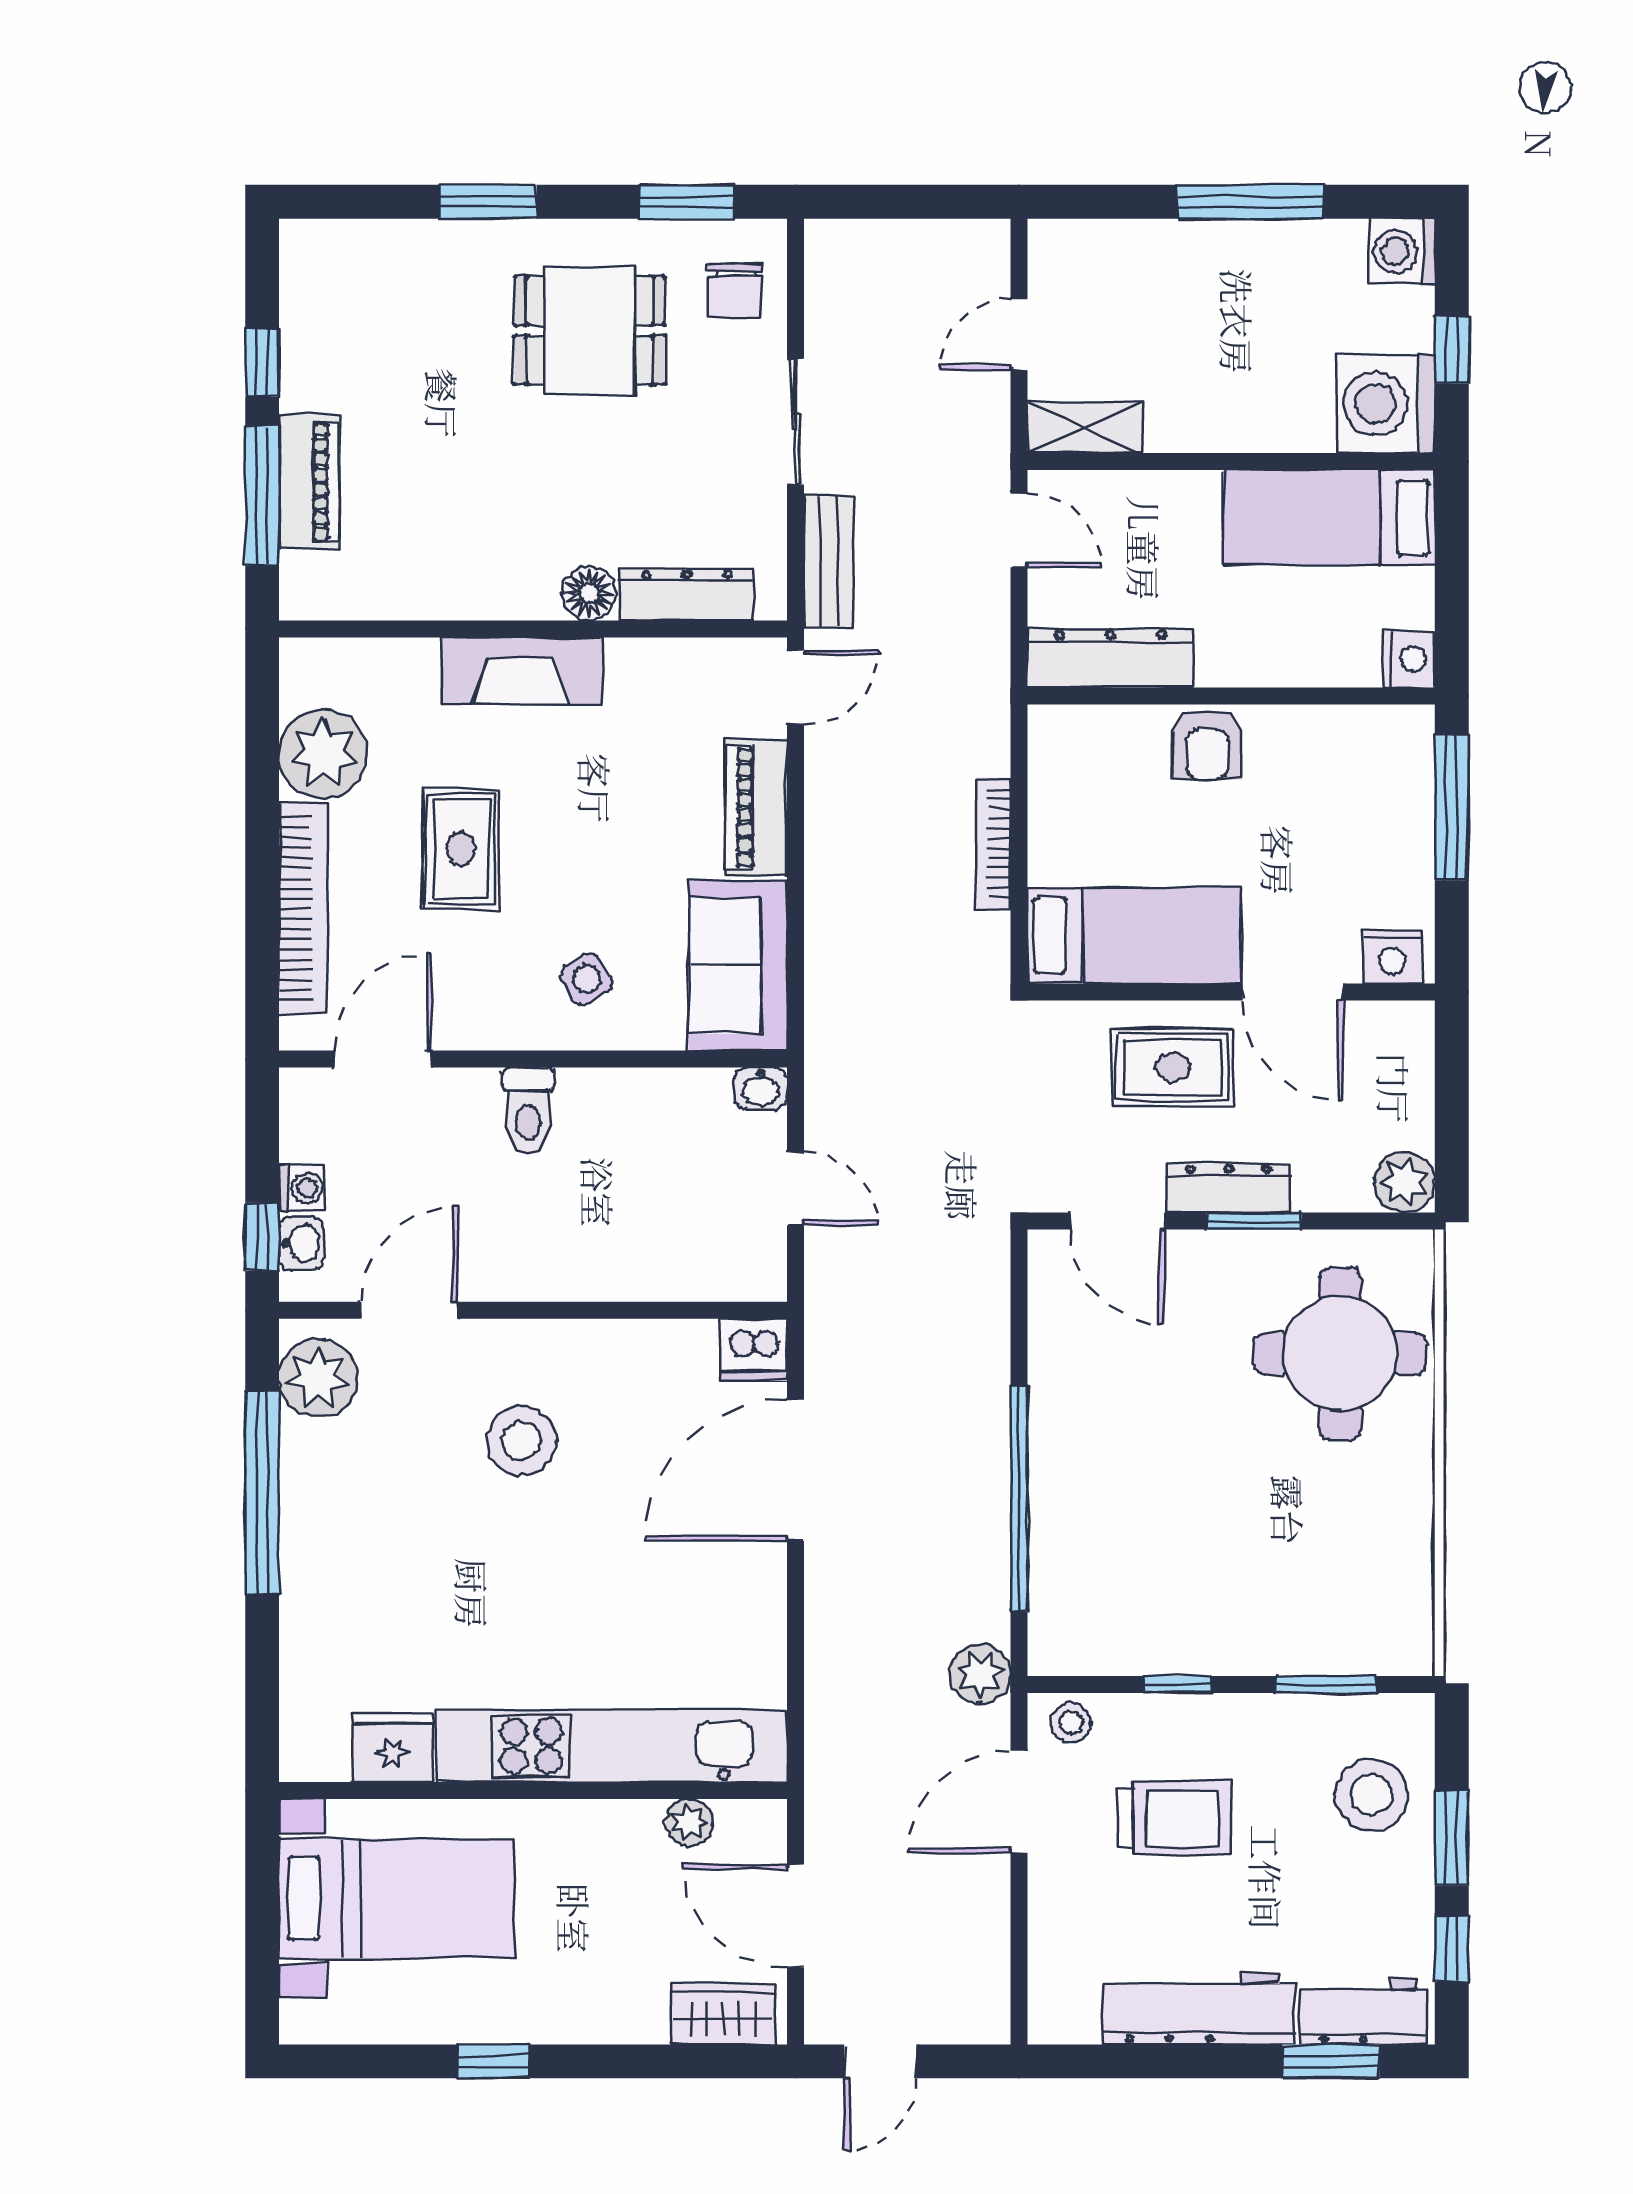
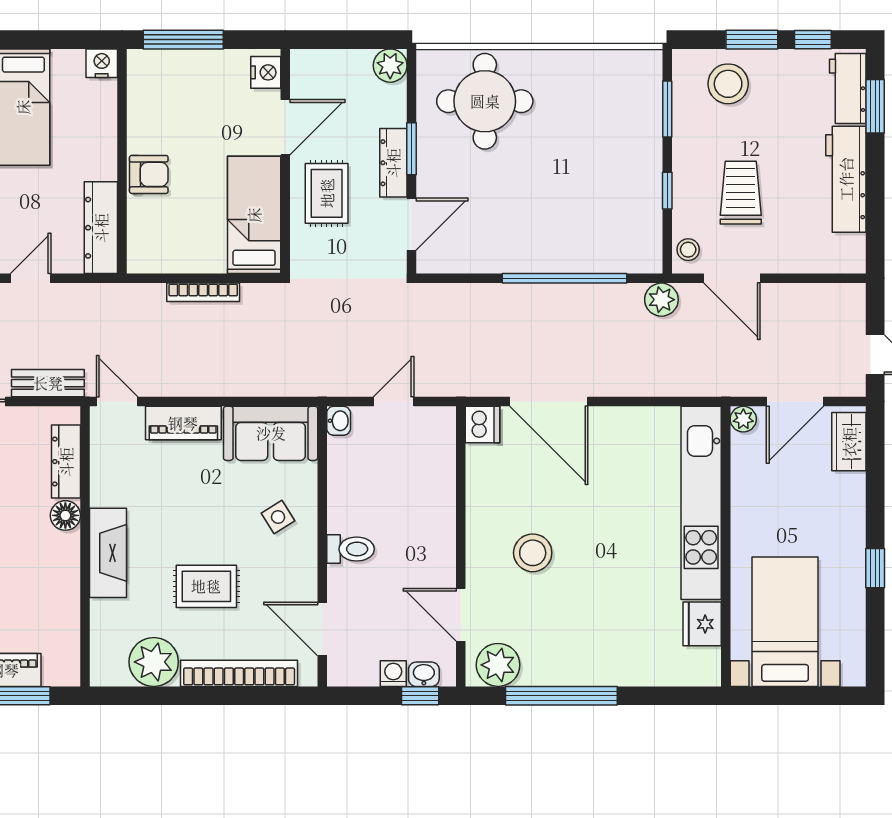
plant: (689, 1822) -> (743, 419), moved

